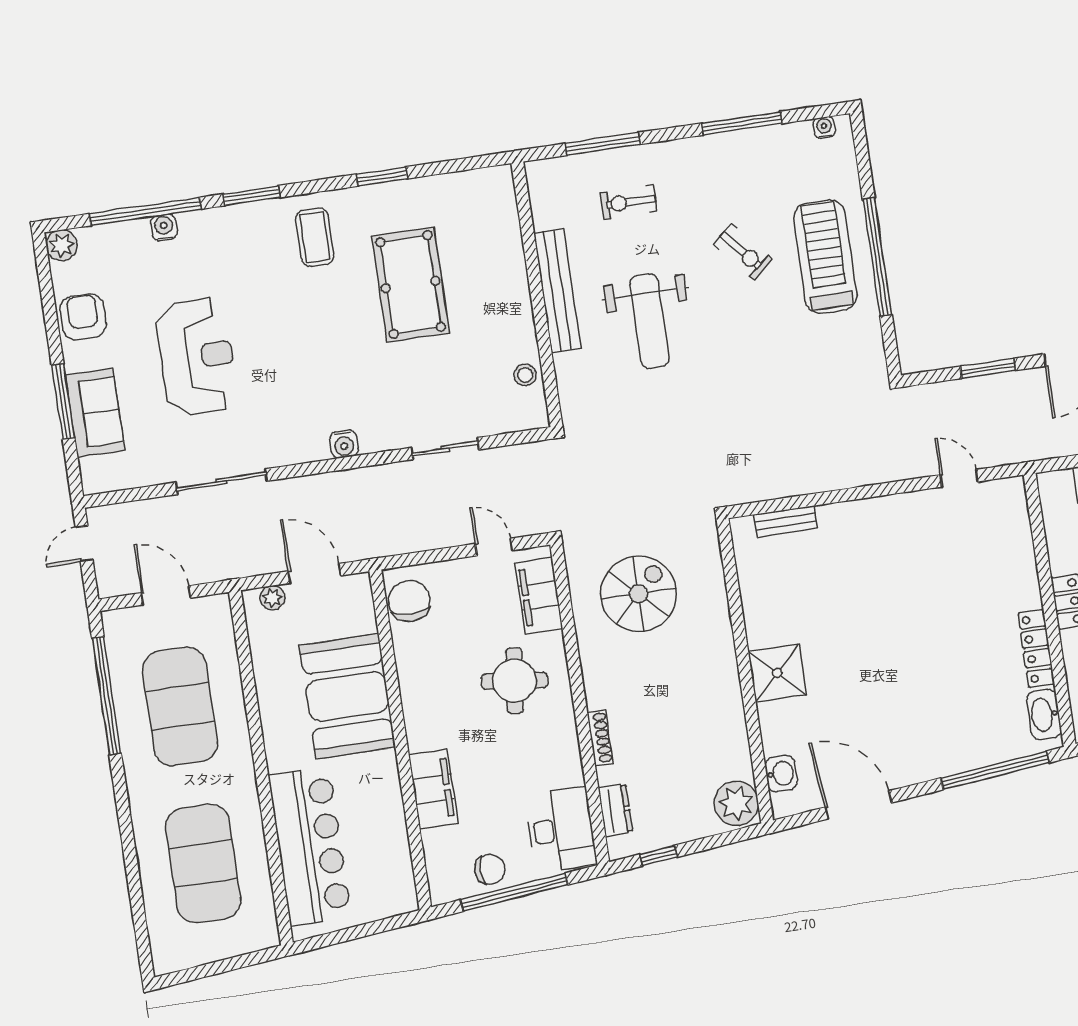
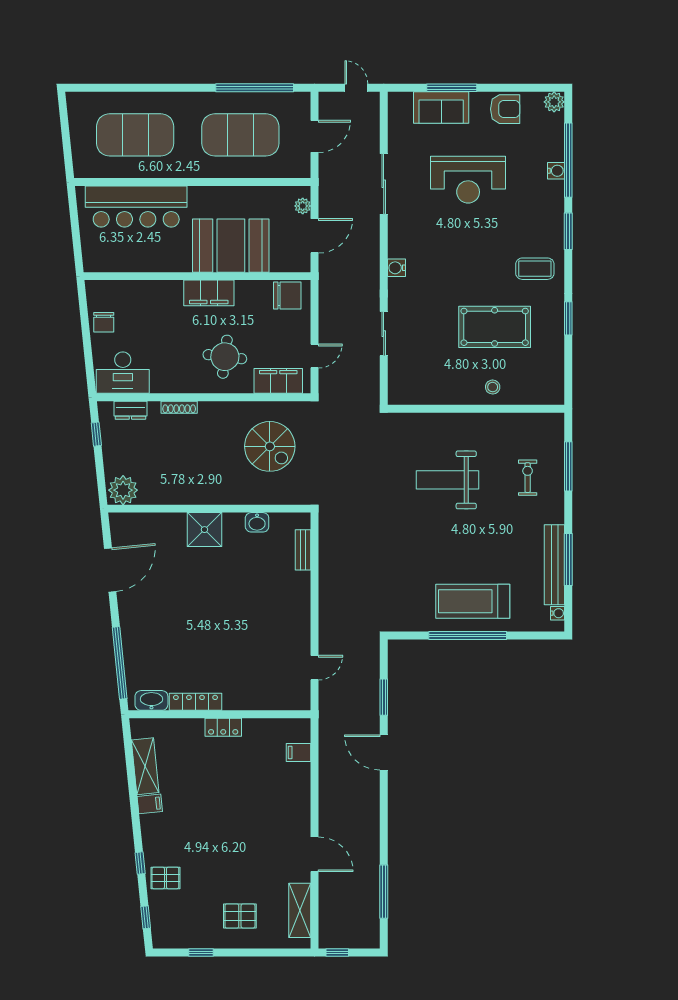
exercise bike: (743, 252) -> (484, 548), removed
treadmill: (825, 257) -> (473, 601), turned 180
bench: (557, 291) -> (554, 565), moved, turned 90
stool: (525, 375) -> (493, 387), moved
washbasin: (781, 774) -> (257, 522), moved
filing cabinet: (433, 789) -> (209, 293), moved
window: (514, 892) -> (86, 336), removed

